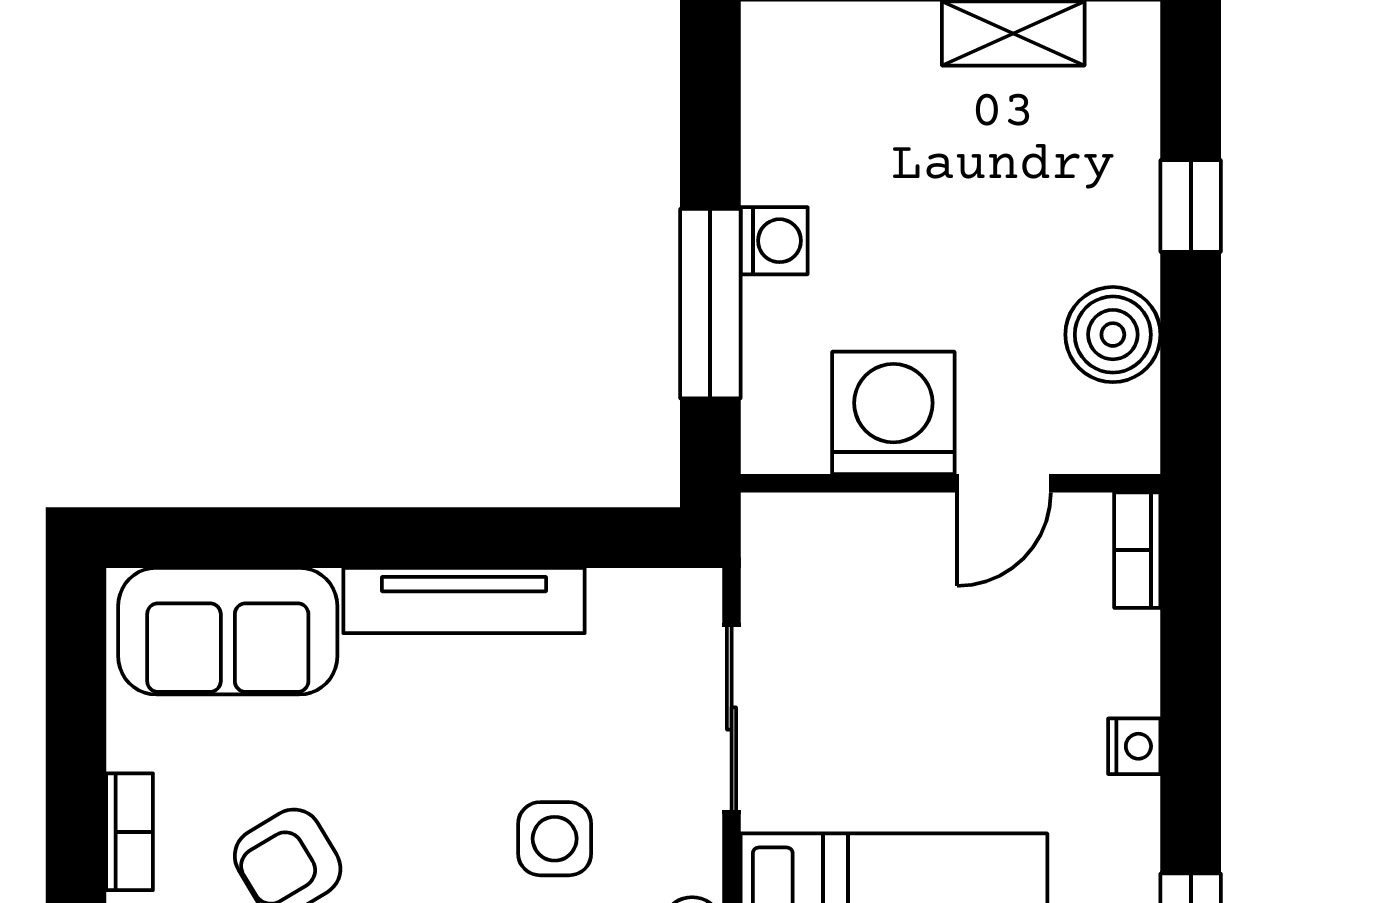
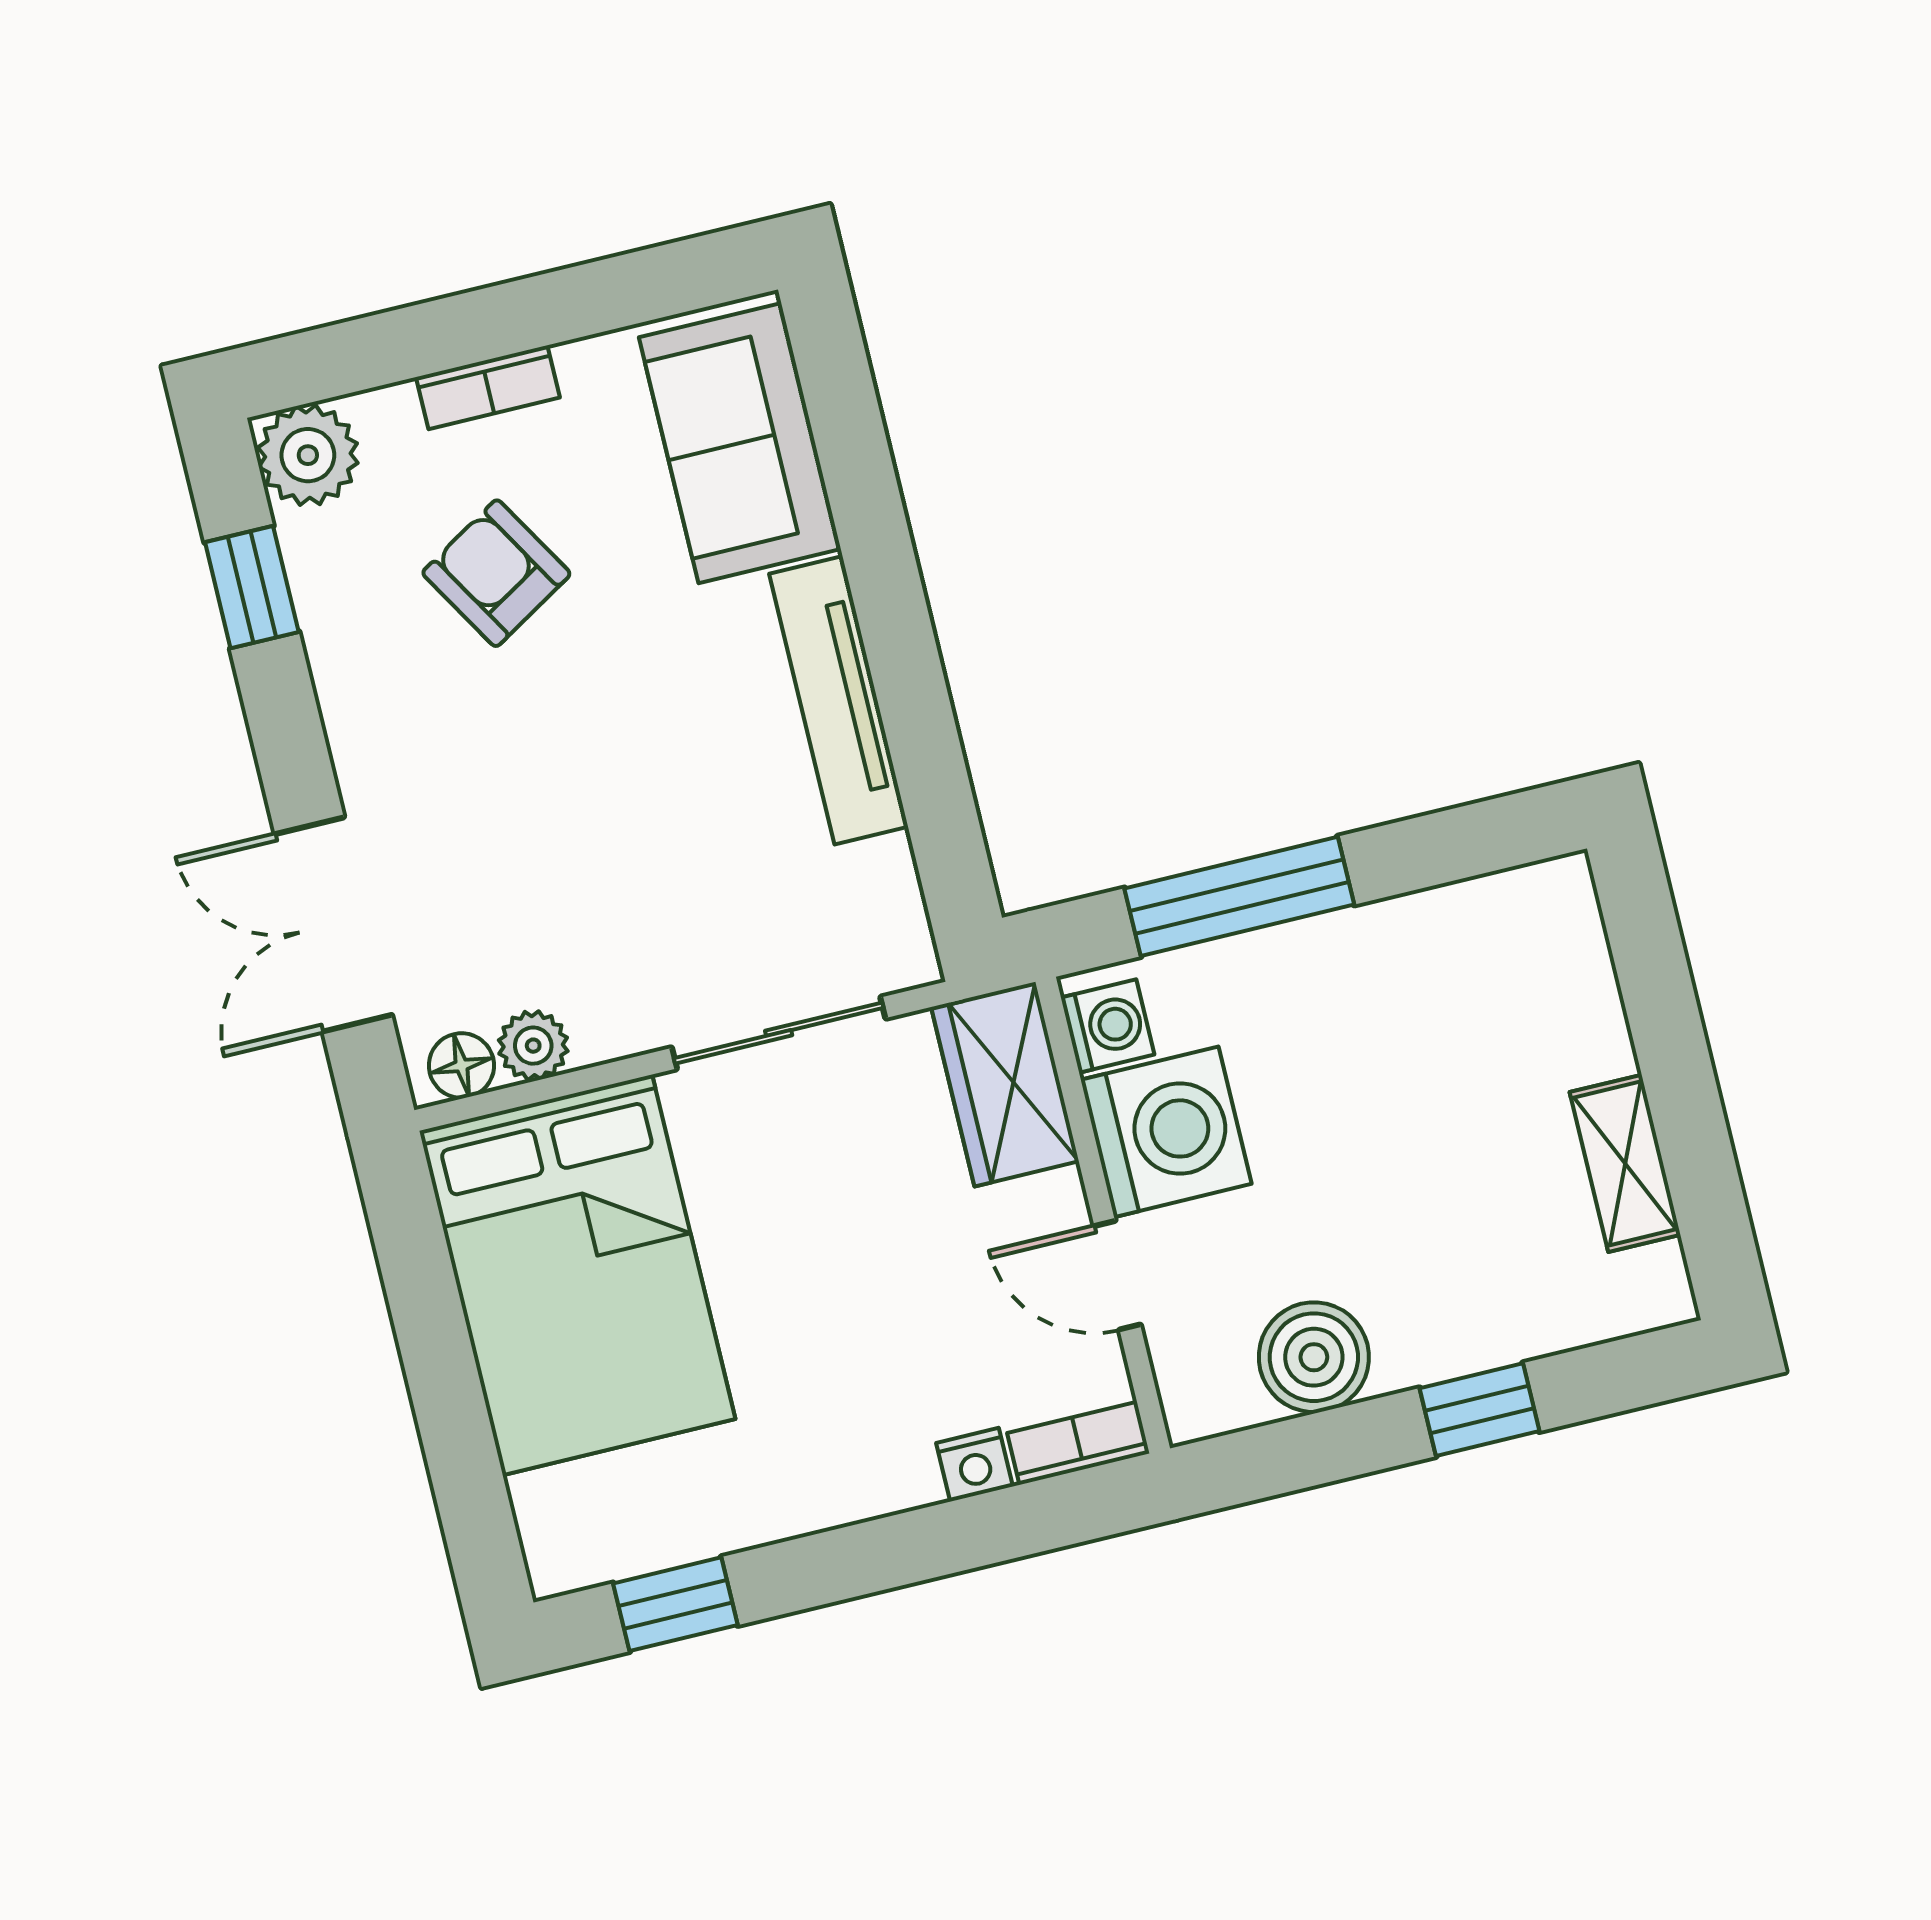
washing machine: (774, 241) -> (1108, 1026), moved, turned -90
wardrobe: (821, 539) -> (1005, 1084), added
nightstand: (1134, 746) -> (975, 1465), moved
side table: (555, 839) -> (596, 867), removed

